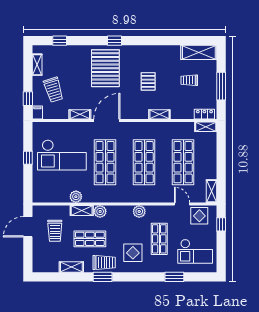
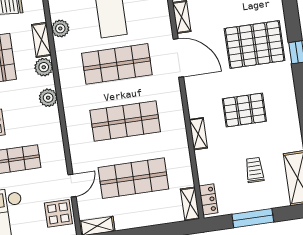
pallet: (148, 81) -> (244, 110), width x1.50, depth x1.42
plant: (139, 211) -> (48, 98), moved

